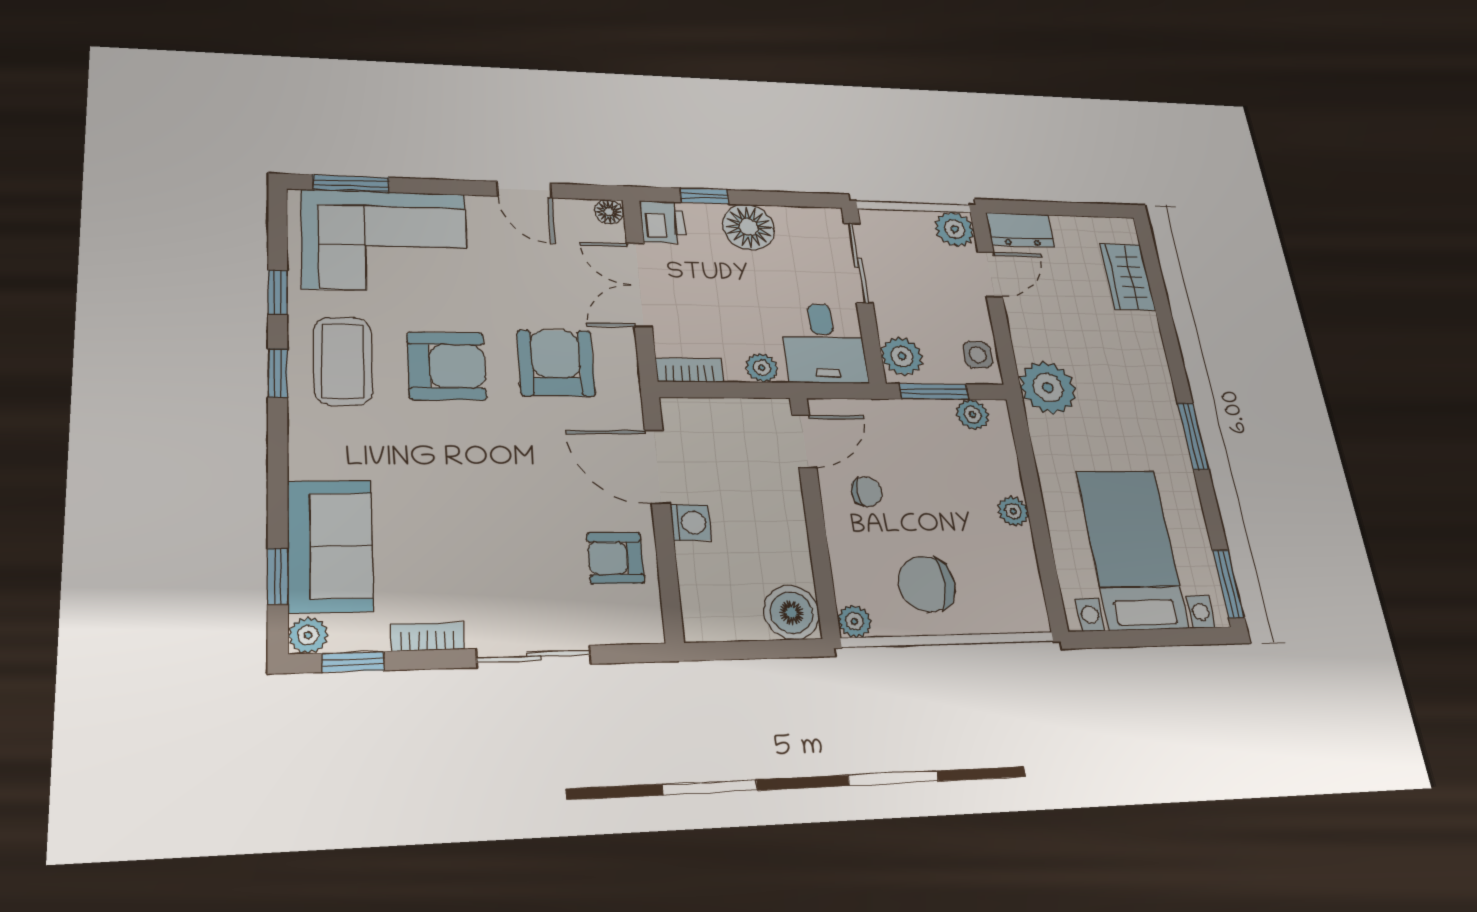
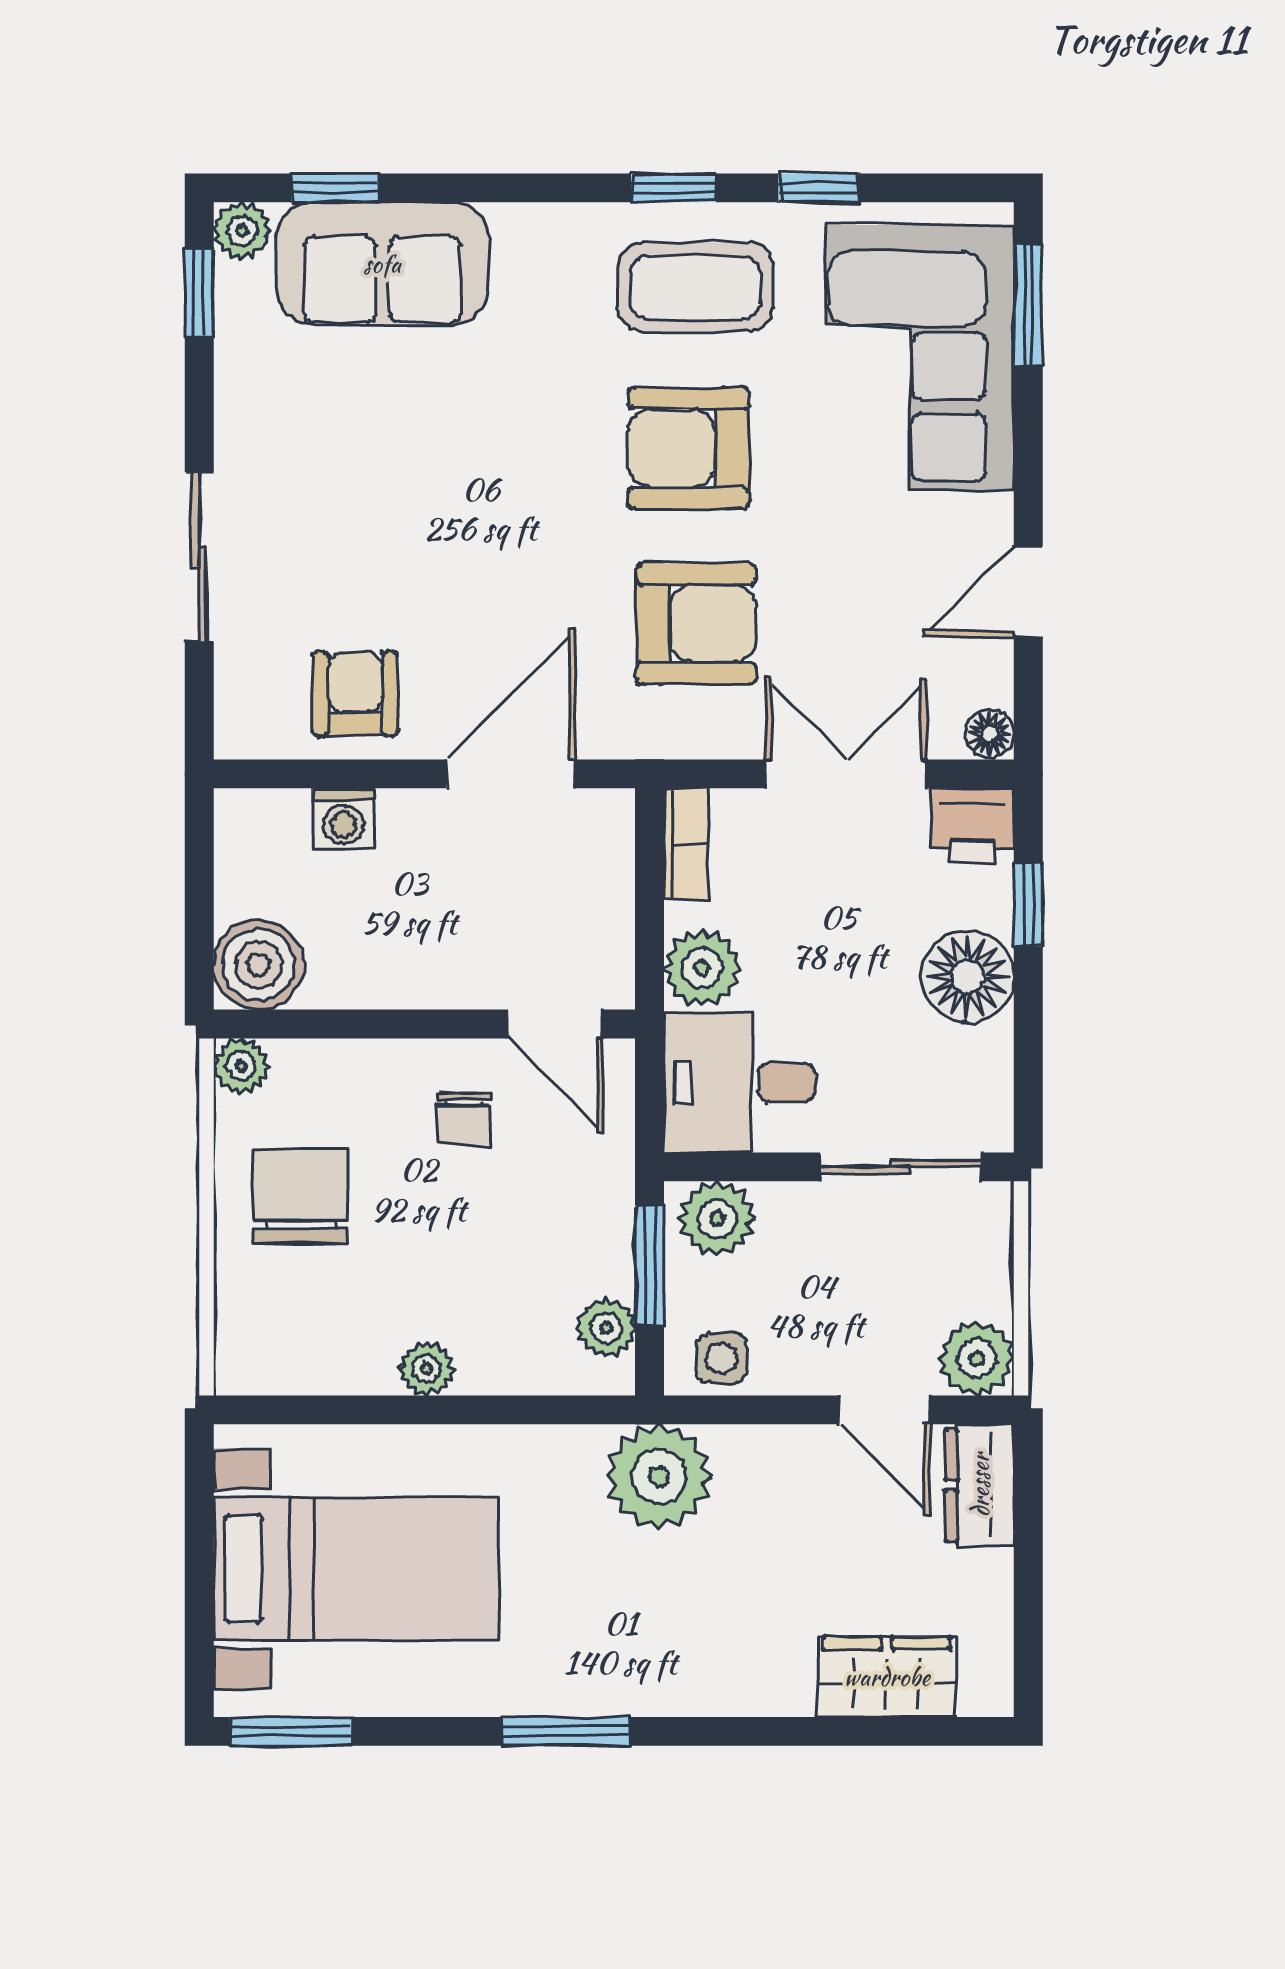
armchair: (447, 366) -> (689, 448), turned 90
plant: (762, 368) -> (702, 968), width x1.38, depth x1.38
washing machine: (691, 523) -> (343, 819), moved
bookcase: (427, 637) -> (235, 402), removed

